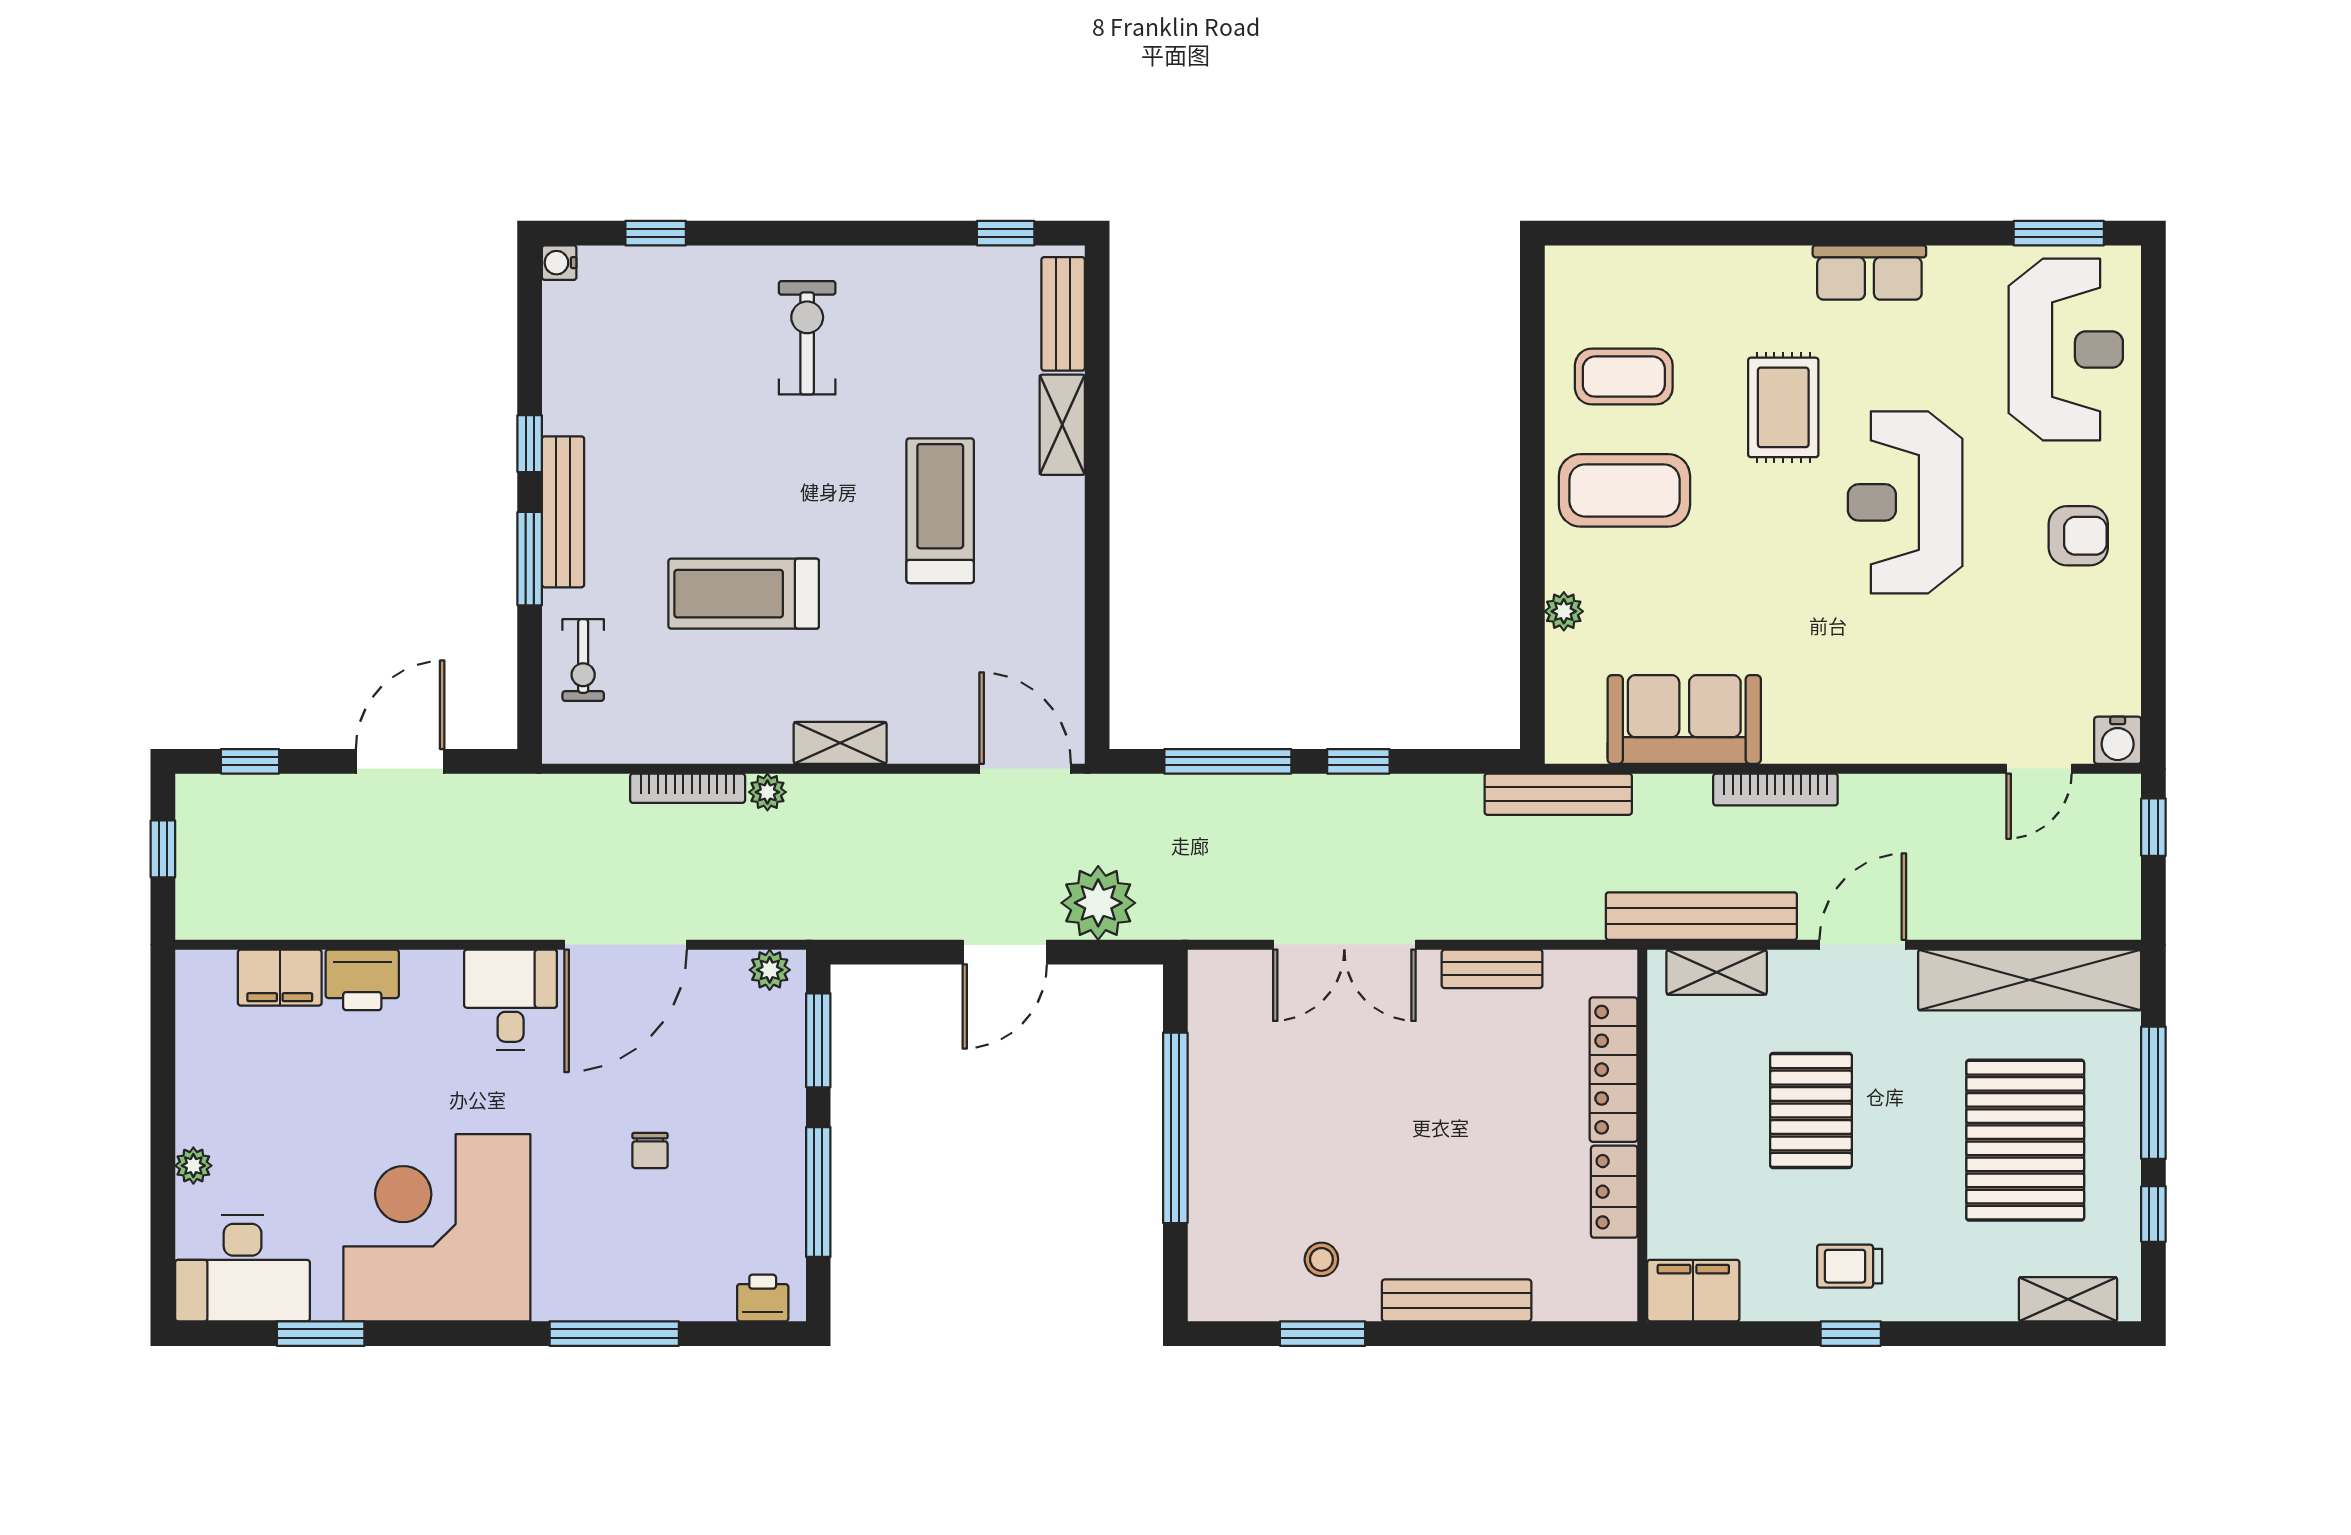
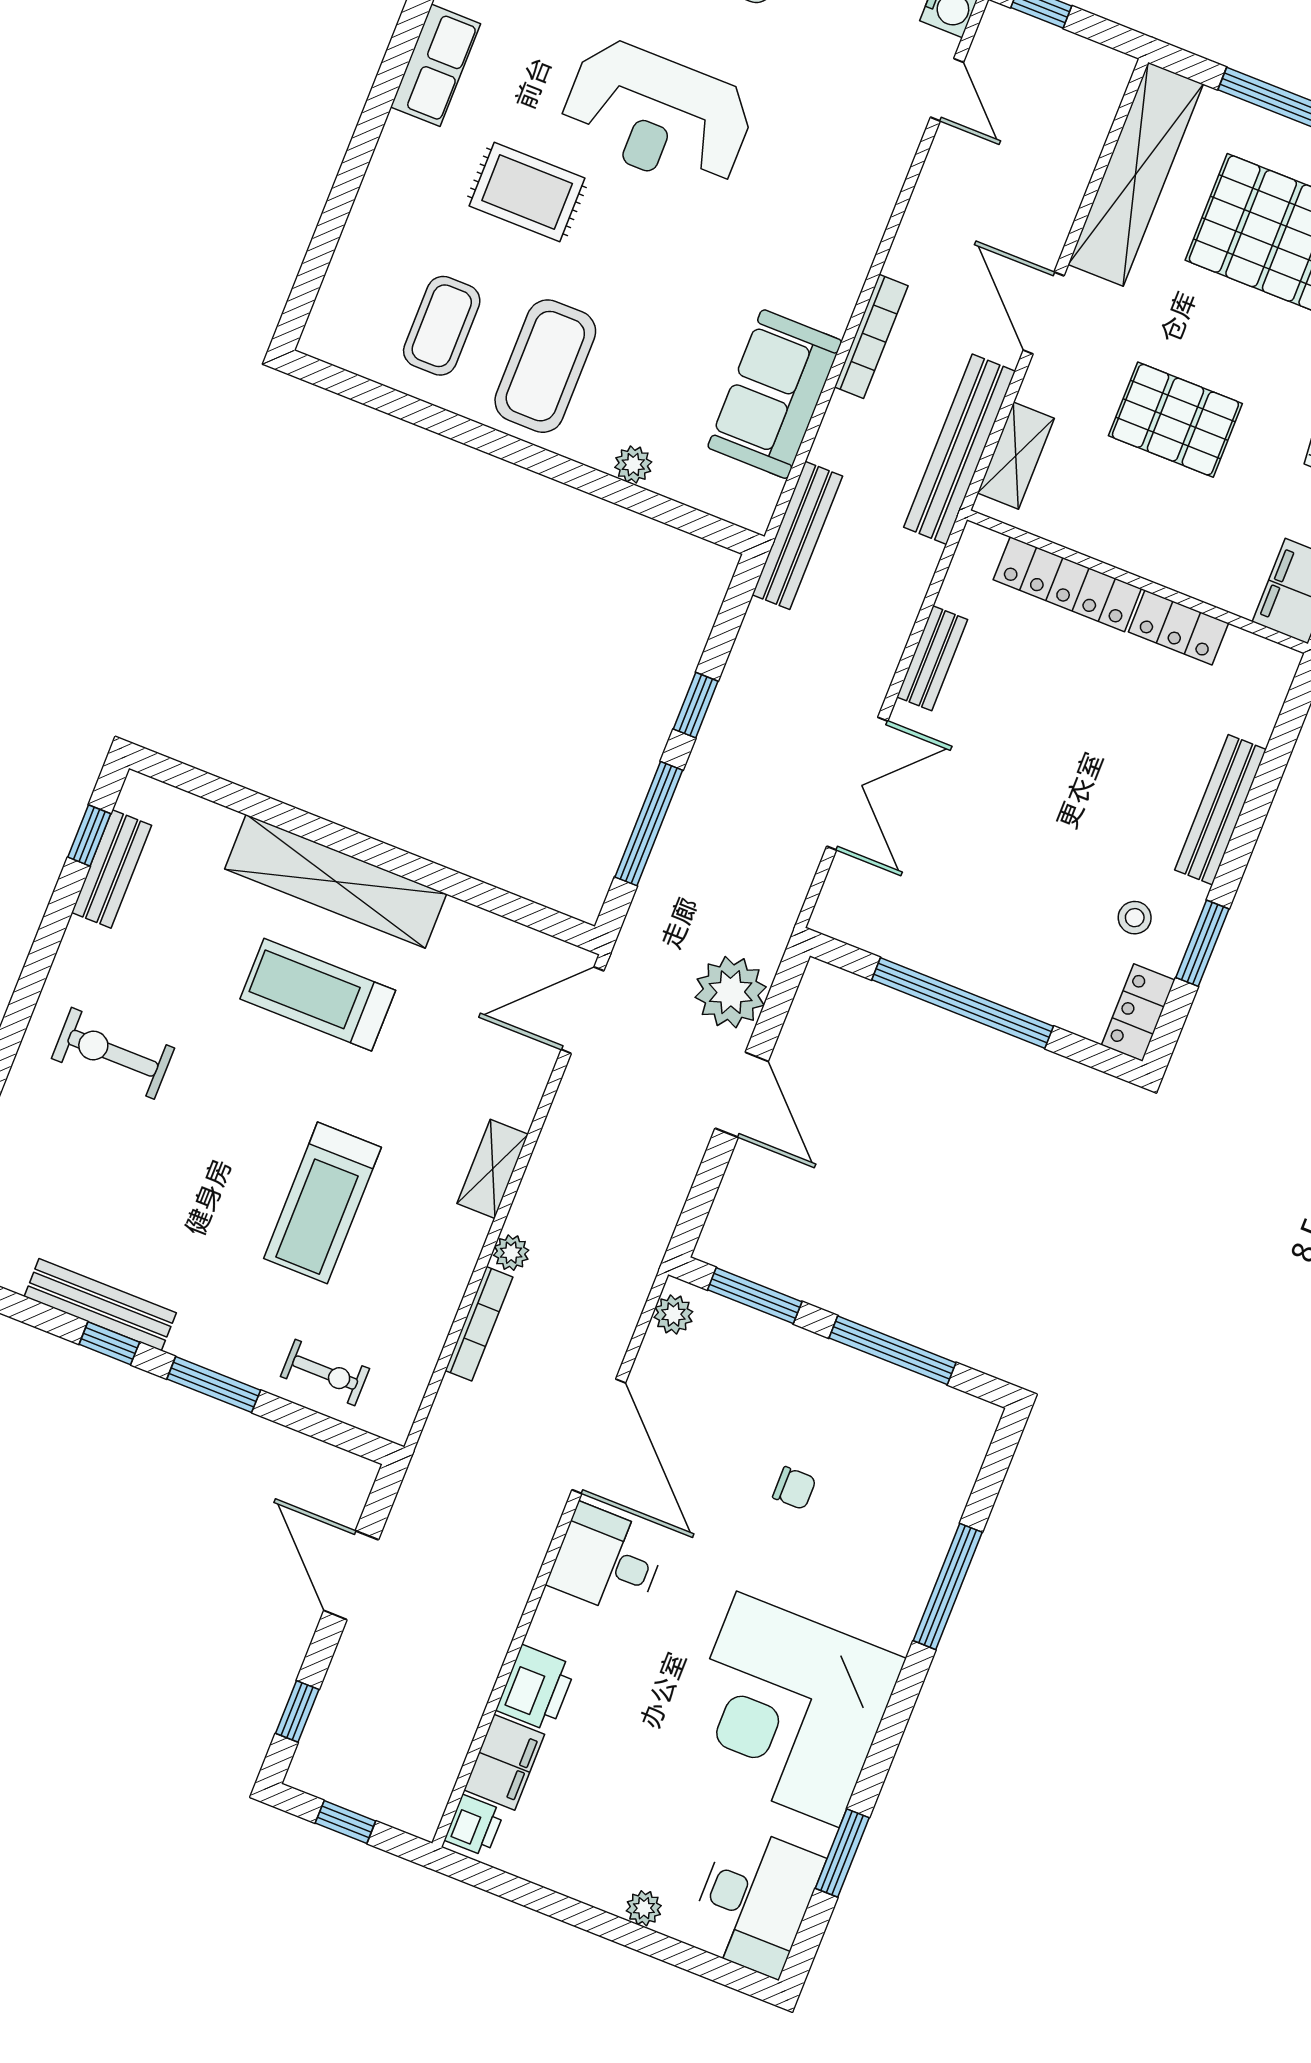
bench: (1063, 314) -> (112, 869), moved, turned 90
shelving: (1062, 425) -> (336, 881), width x2.20, depth x1.33
bench: (563, 512) -> (100, 1305), moved
printer: (763, 1298) -> (474, 1825), moved, turned 180
locker: (1232, 1299) -> (1138, 1013), added

